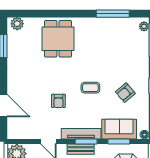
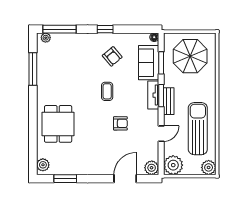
dining table: (58, 39) -> (58, 124), turned 90
plant: (14, 132) -> (152, 168), added
tv unit: (81, 134) -> (153, 95), width x0.71

